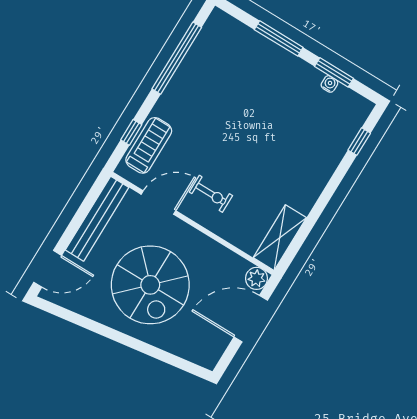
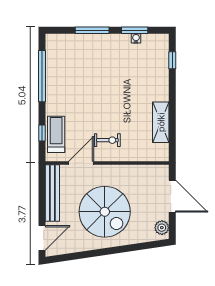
shelving: (280, 238) -> (161, 122), moved
plant: (256, 278) -> (162, 228), moved
door: (251, 319) -> (172, 196), swing flipped

